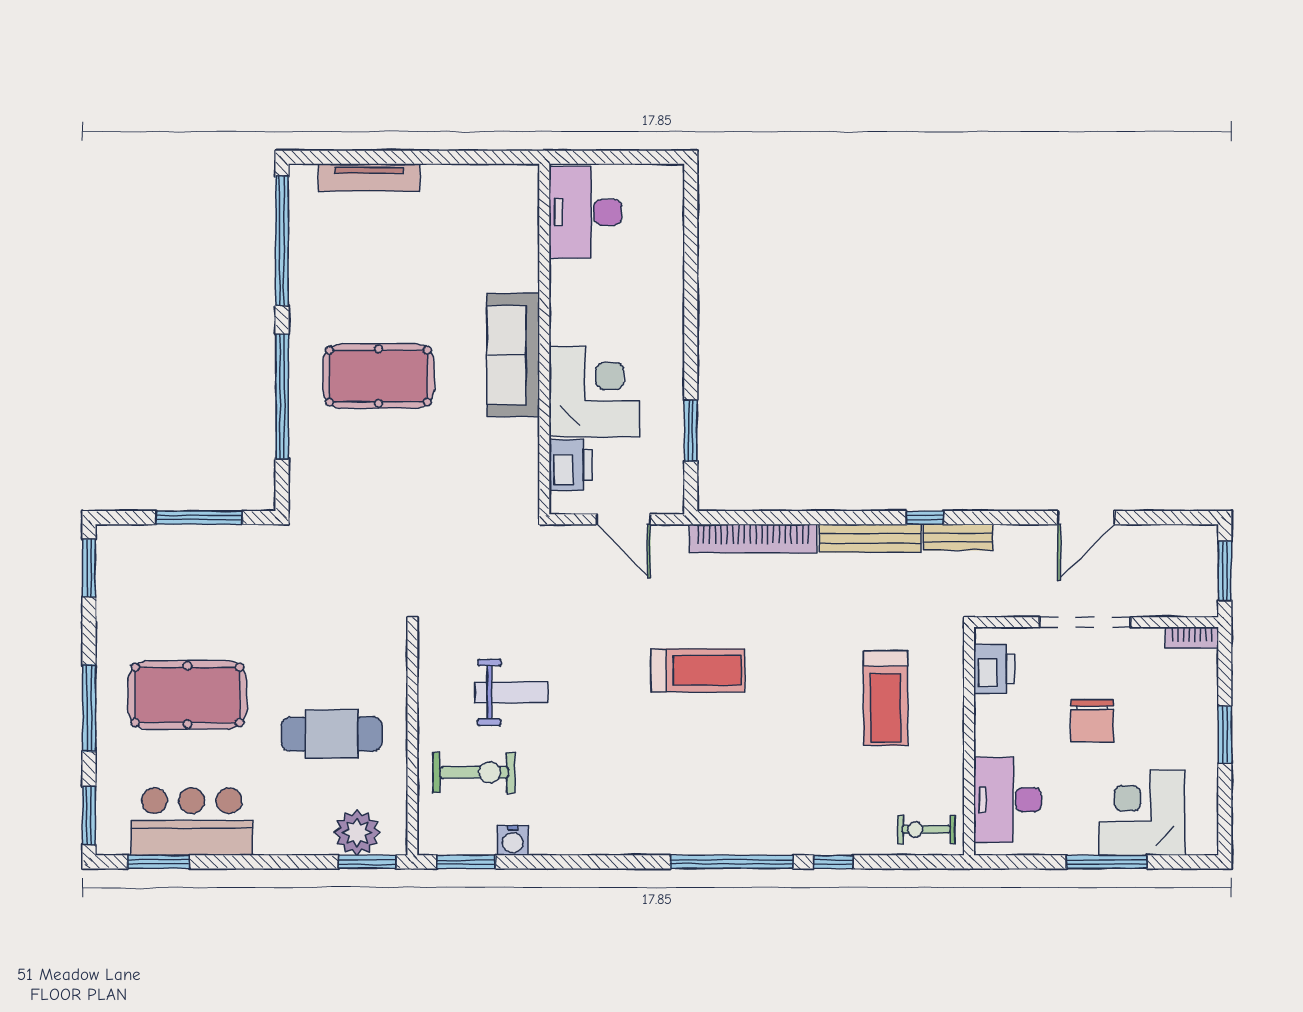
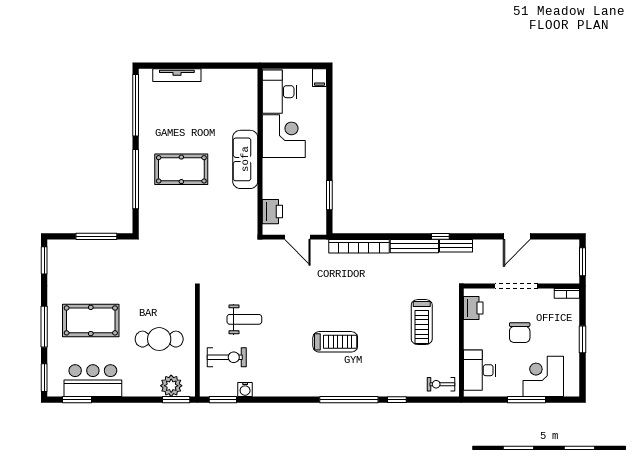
filing cabinet: (670, 183) -> (320, 78), added
corner desk: (594, 391) -> (284, 136), moved
treadmill: (698, 670) -> (335, 342), moved

